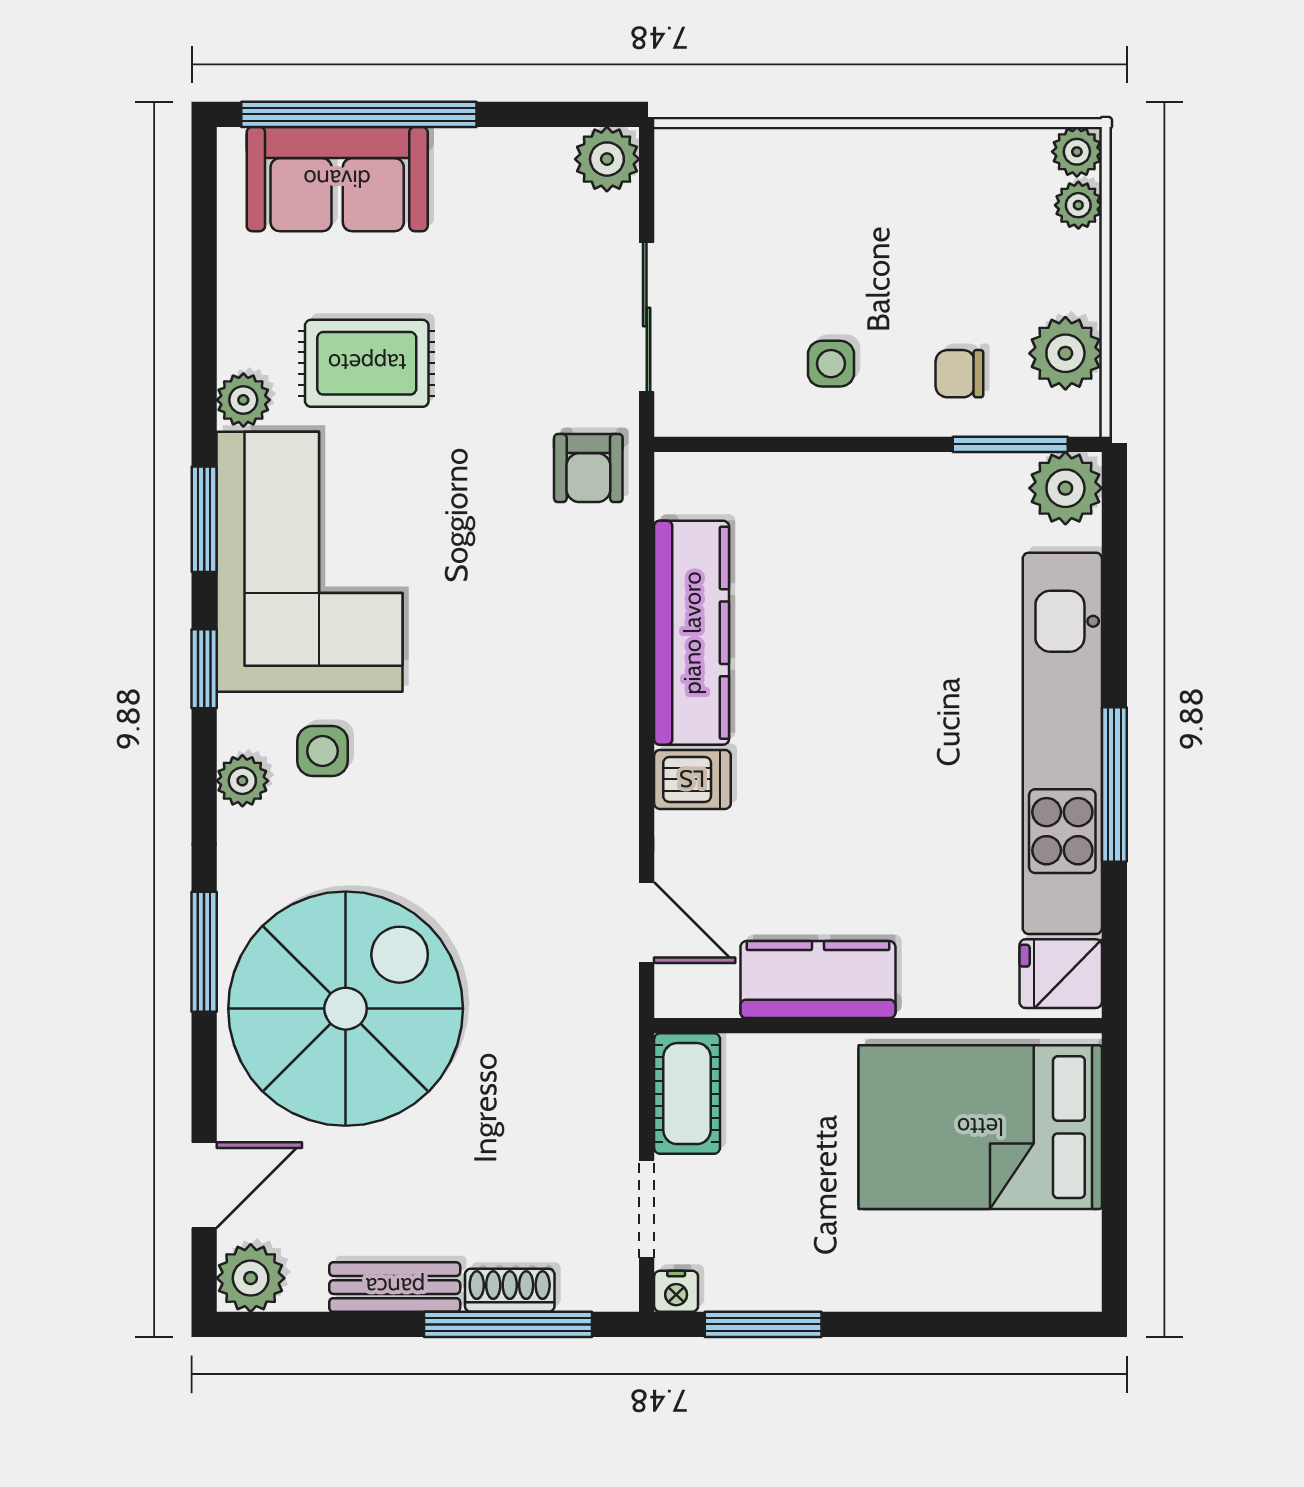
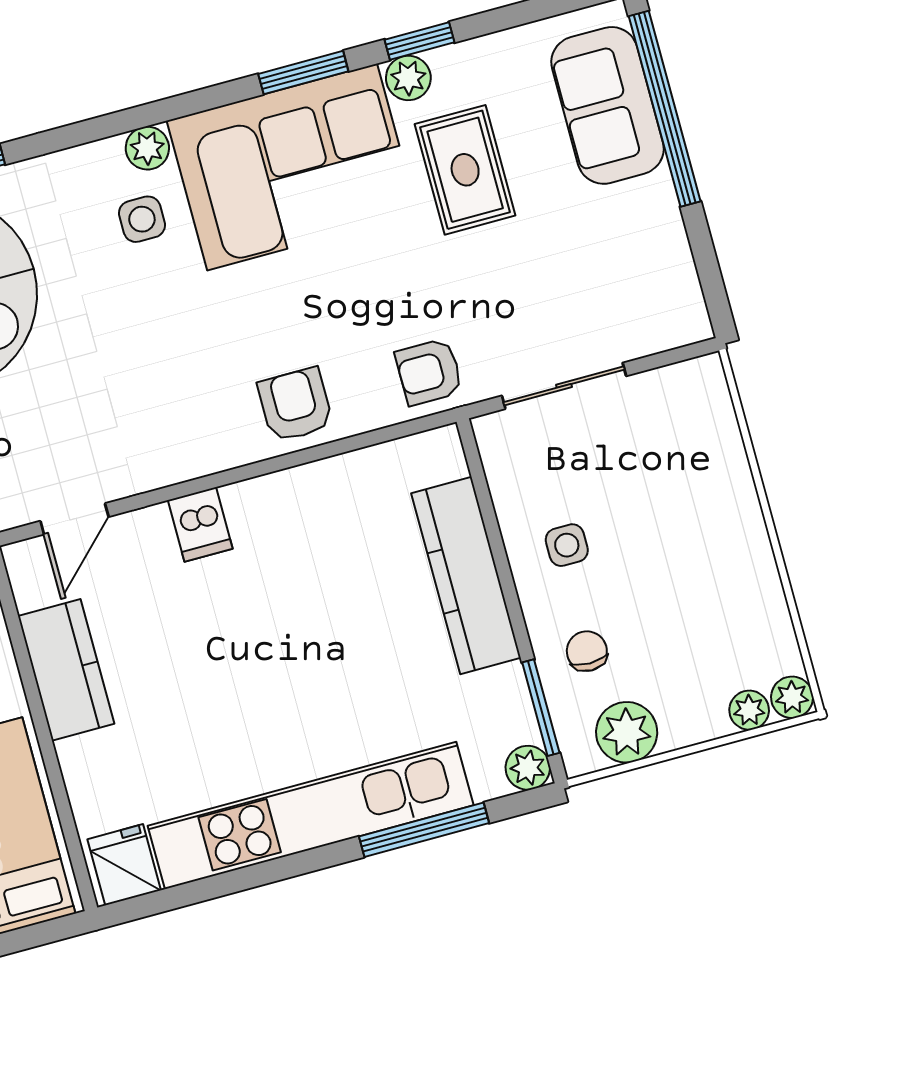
plant: (607, 159) -> (683, 319), removed
plant: (1065, 488) -> (528, 768), width x0.73, depth x0.73
armchair: (584, 632) -> (295, 405), added
kitchen counter: (692, 633) -> (466, 575), moved, turned 90
window: (204, 669) -> (419, 41), moved
plant: (242, 781) -> (147, 148), moved
window: (1114, 785) -> (424, 830), moved

